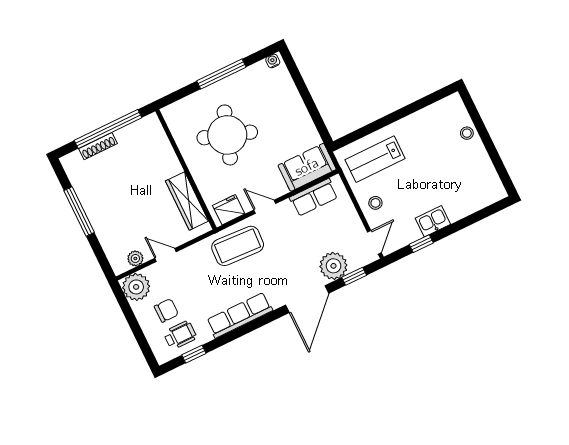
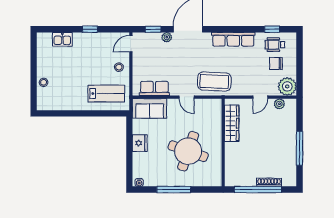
fridge: (229, 210) -> (140, 143), moved, turned -90
kitchen sink: (433, 221) -> (62, 39), moved
window: (421, 244) -> (90, 29), moved
door: (165, 255) -> (260, 97), hinge flipped
plant: (333, 266) -> (167, 37), width x0.53, depth x0.53

